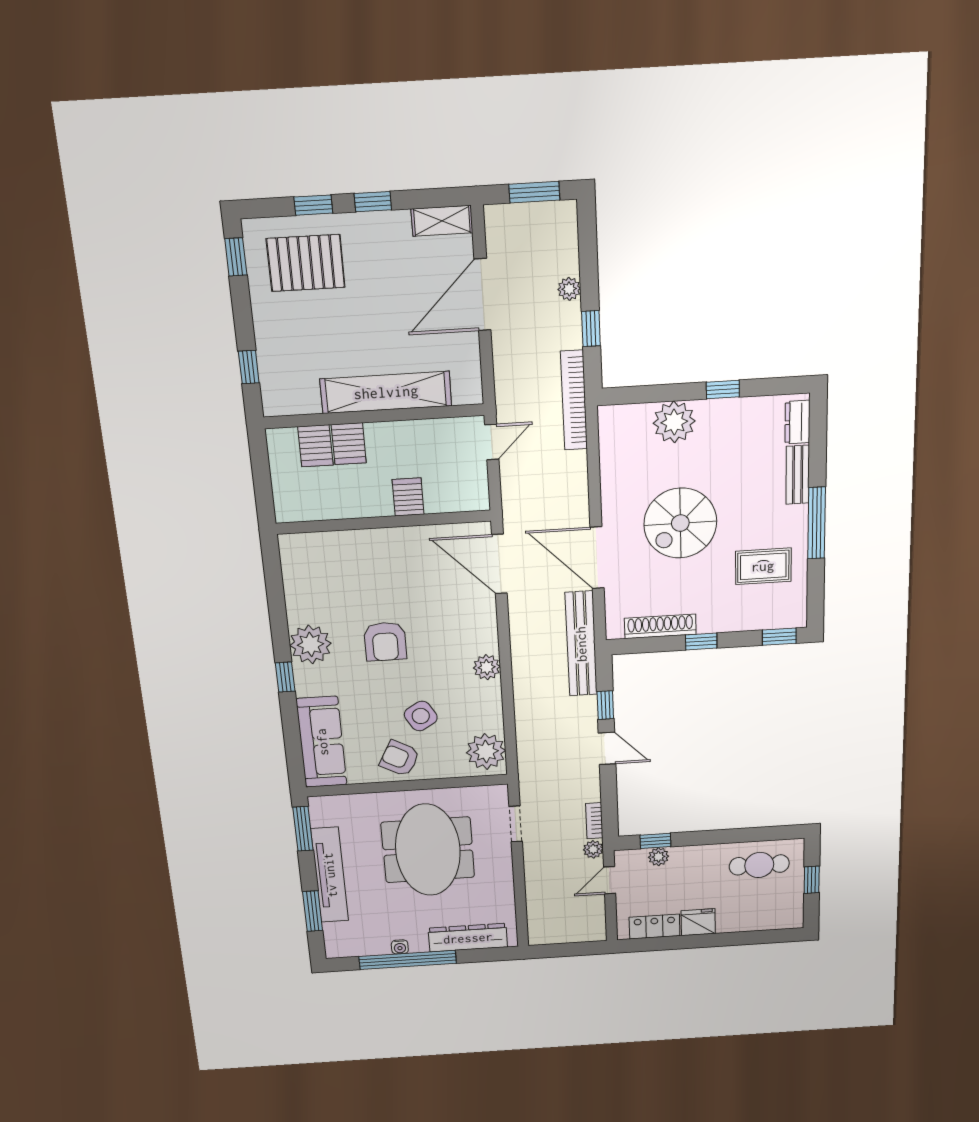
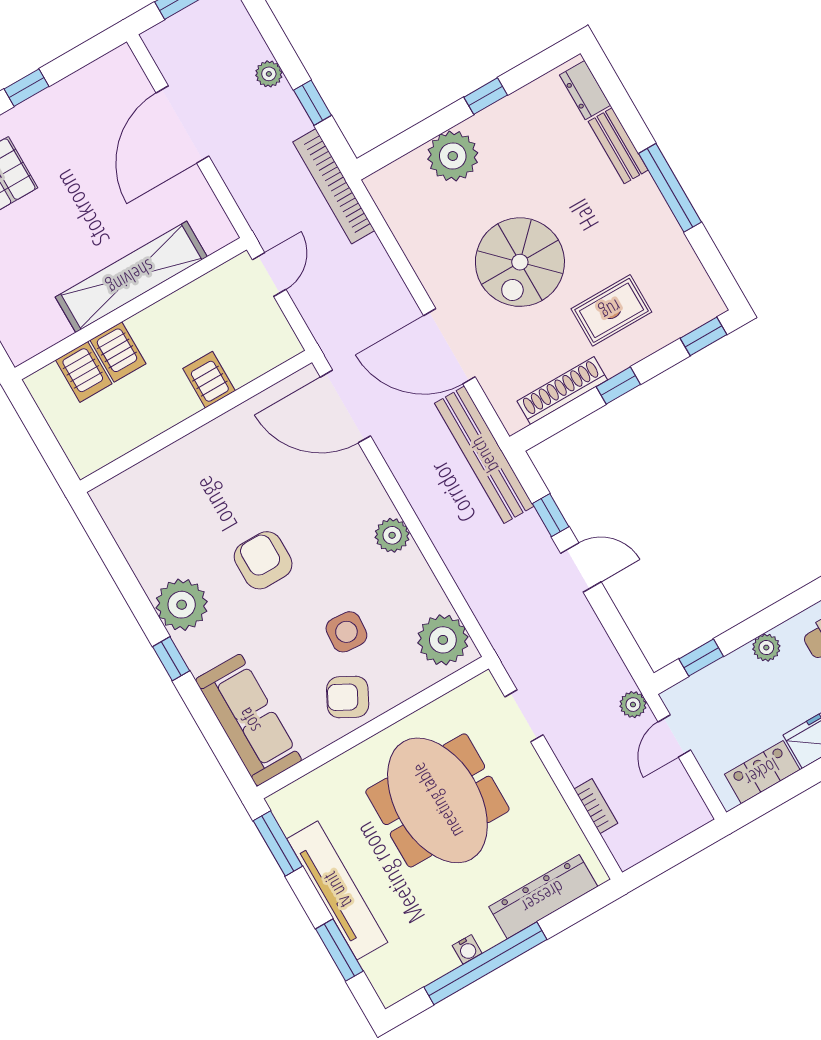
shelving: (442, 221) -> (105, 71), removed
rug: (763, 566) -> (611, 310), moved
armchair: (385, 642) -> (263, 560), turned 180
side table: (421, 716) -> (346, 632), turned 35
bookcase: (594, 821) -> (596, 806), moved, turned 180
plant: (659, 857) -> (766, 648), moved

